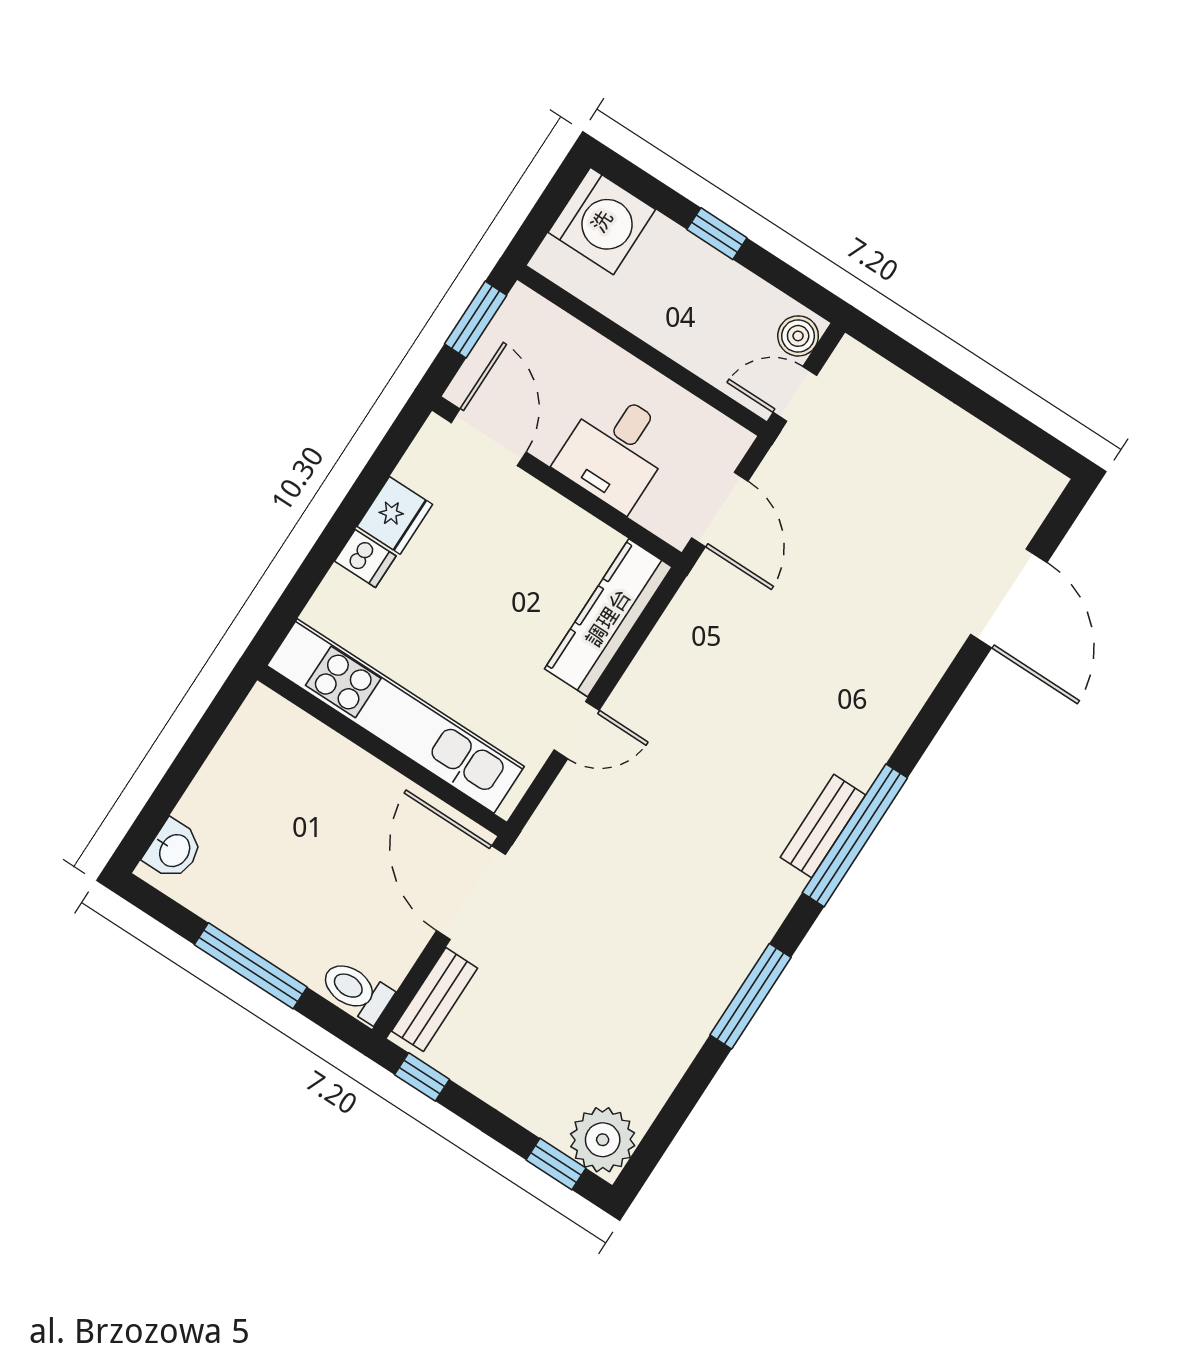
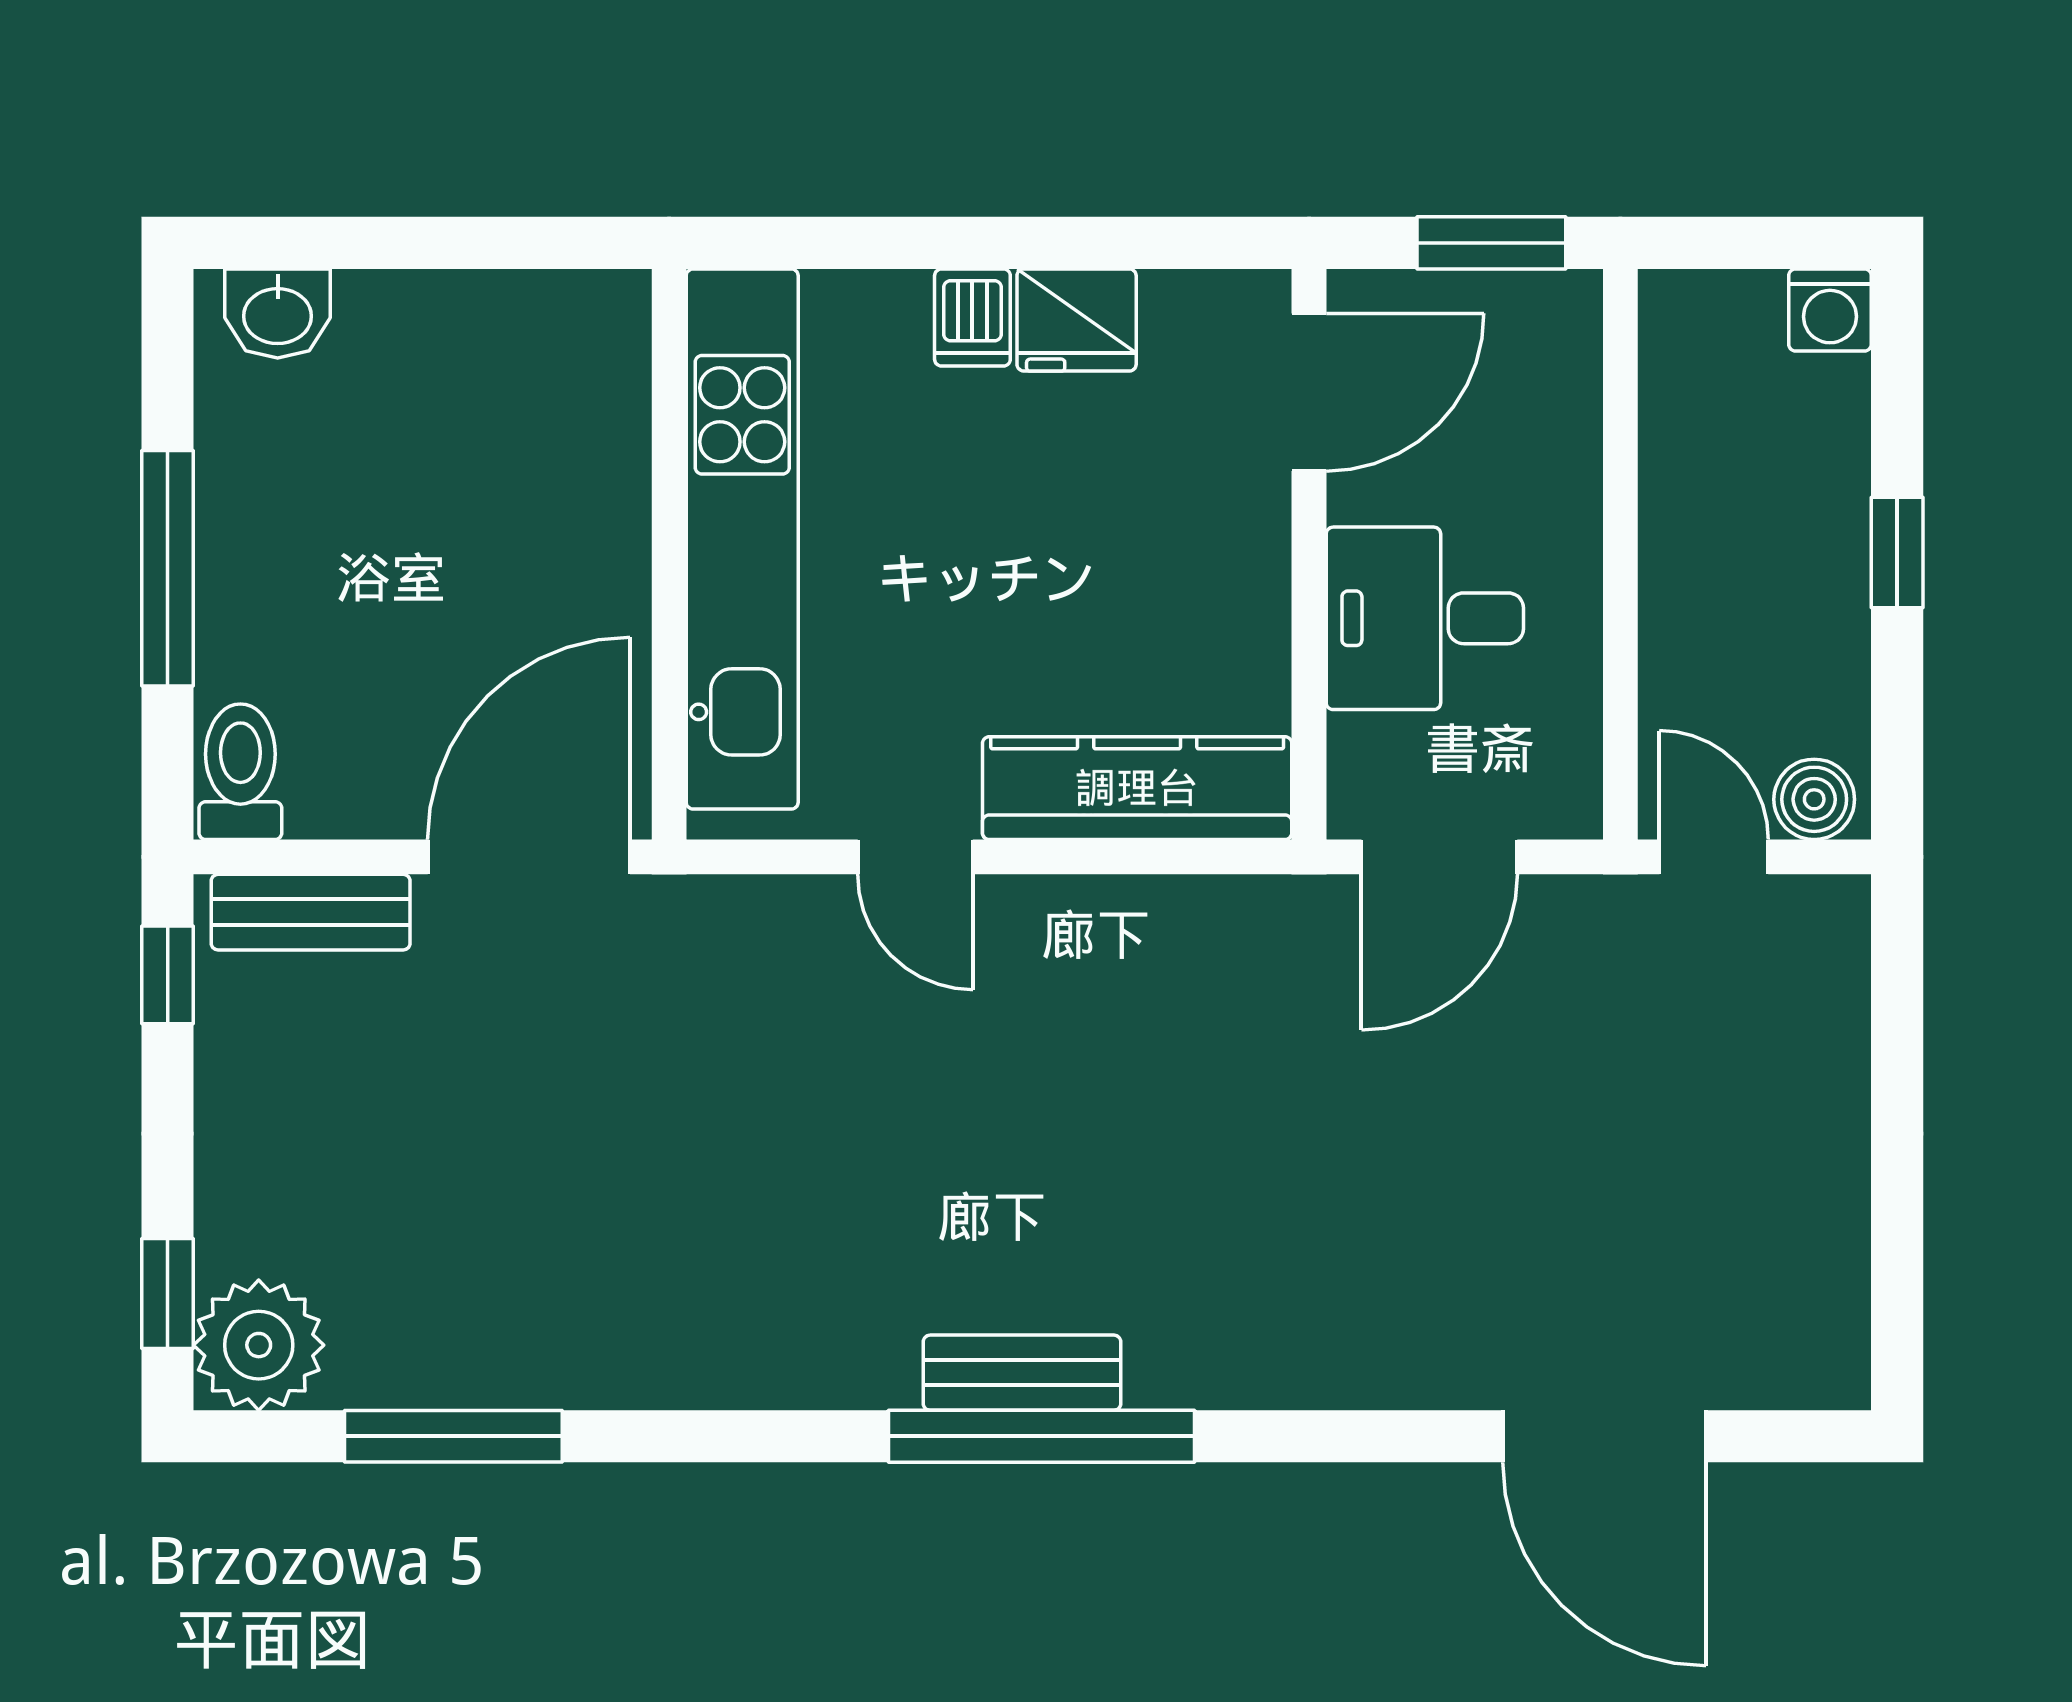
washing machine: (602, 221) -> (1830, 310), width x0.53, depth x0.53
door: (1009, 598) -> (1604, 1436), hinge flipped
window: (750, 996) -> (453, 1436), moved

